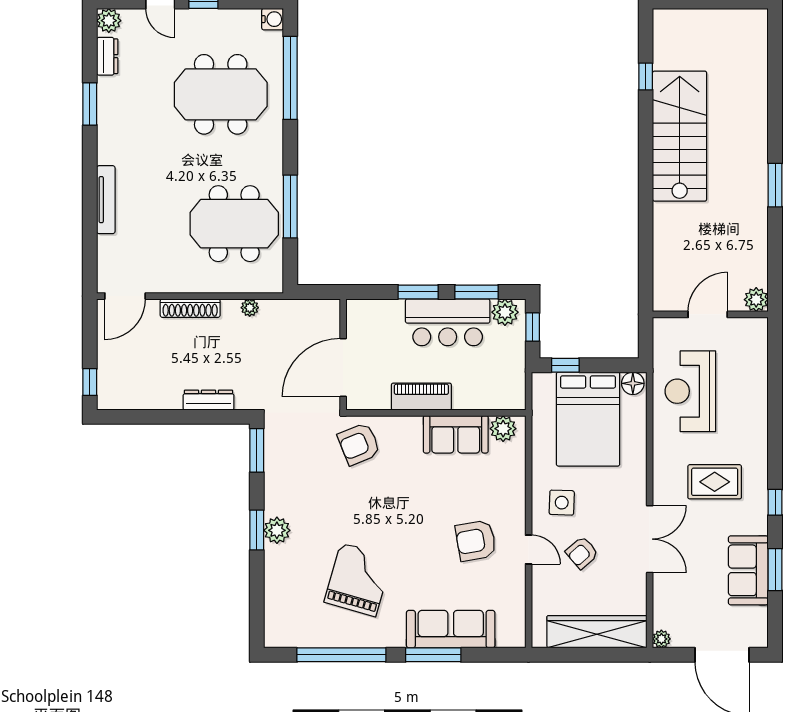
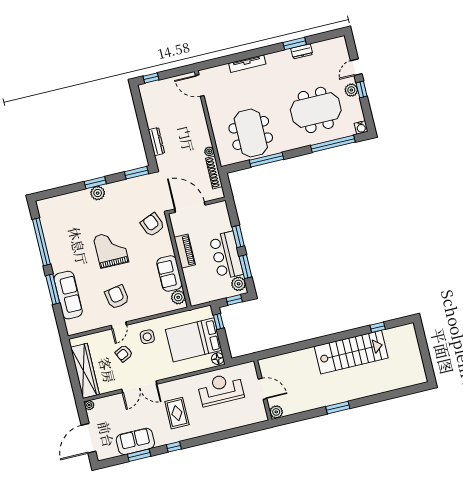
plant: (109, 21) -> (351, 90), moved
dresser: (107, 56) -> (302, 51), moved
meeting table: (221, 94) -> (316, 110), turned 90
shoe rack: (190, 308) -> (214, 172), moved
armchair: (582, 553) -> (124, 353), turned -75
grand piano: (358, 580) -> (111, 249), moved, turned -106

